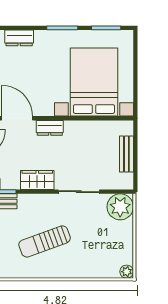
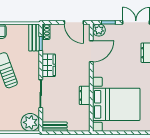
dresser: (50, 128) -> (85, 95), moved
bench: (126, 154) -> (55, 127), moved

